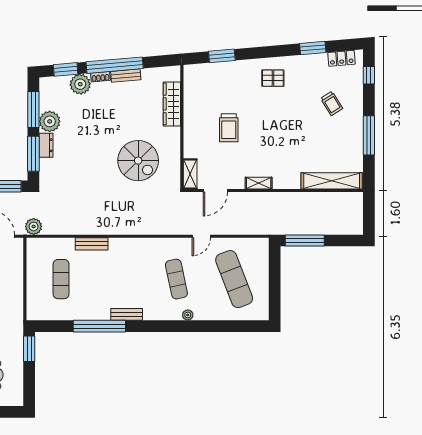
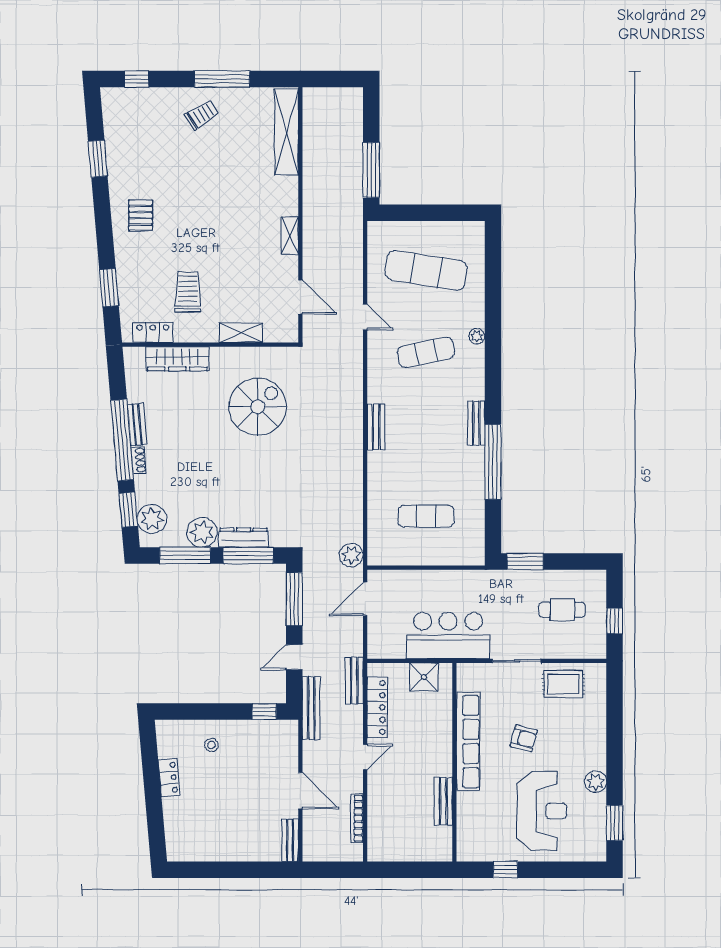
locker: (341, 58) -> (153, 333), moved, turned -85
plant: (80, 84) -> (152, 519), moved
trolley: (332, 103) -> (202, 115), moved
trolley: (229, 128) -> (188, 292), moved, turned -90
dresser: (46, 145) -> (244, 538), width x1.44
shelving: (190, 174) -> (241, 333), moved
bench: (92, 244) -> (376, 427), moved
exercise mat: (234, 279) -> (426, 270), turned 30

